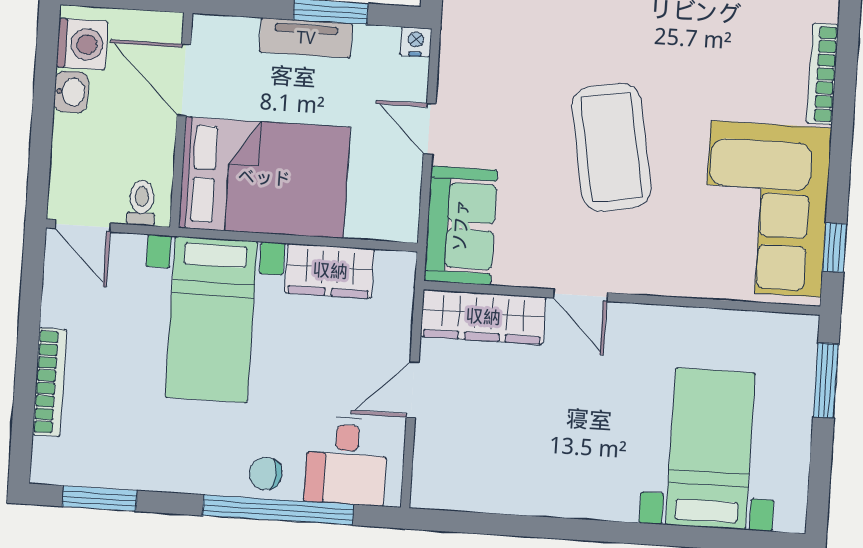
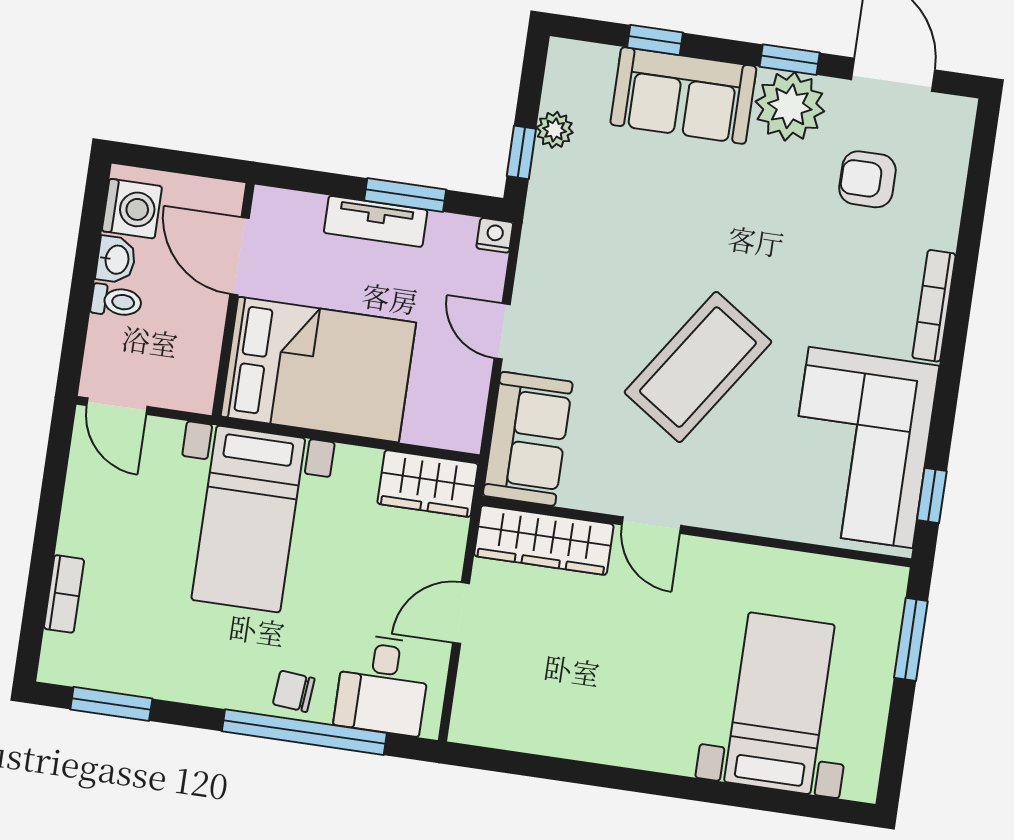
coffee table: (611, 147) -> (698, 367), turned 44
toilet: (142, 203) -> (116, 301), moved, turned 90
wardrobe: (330, 271) -> (428, 484), moved
bookcase: (49, 382) -> (64, 594), width x0.64

